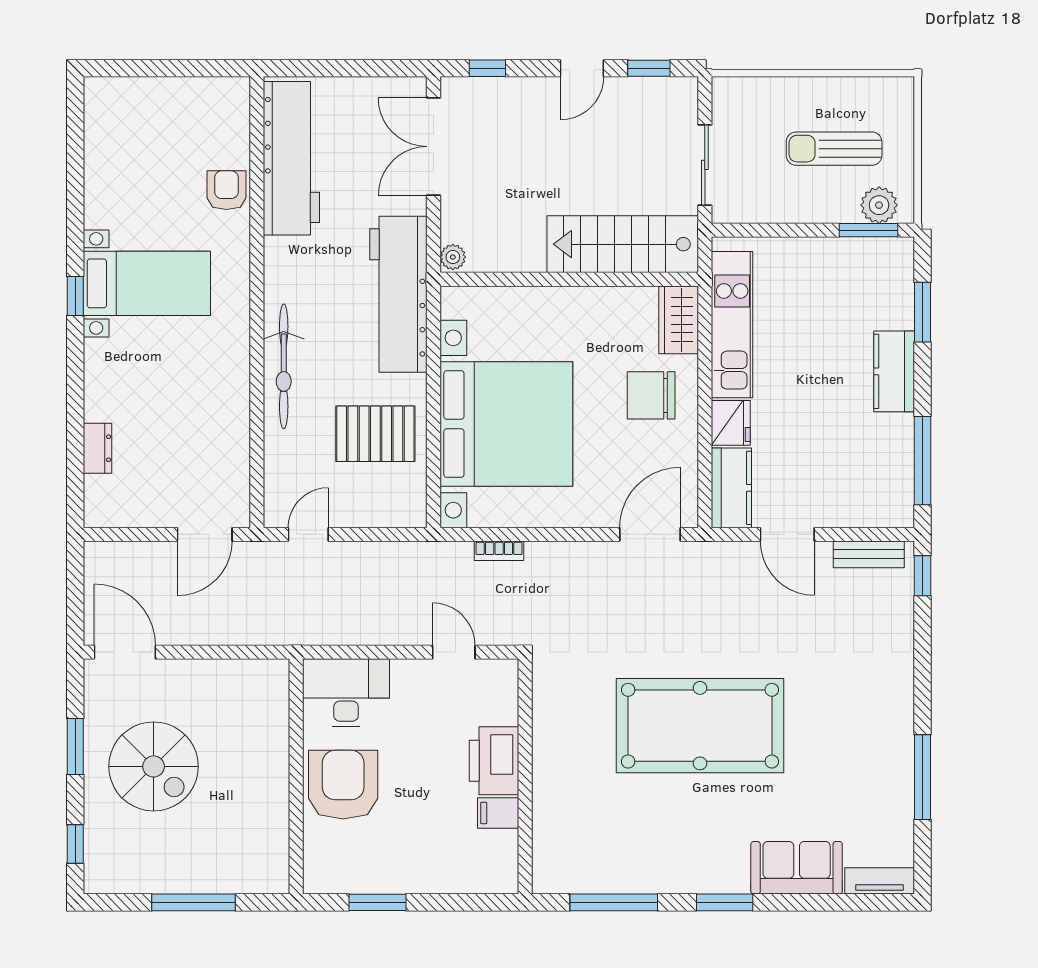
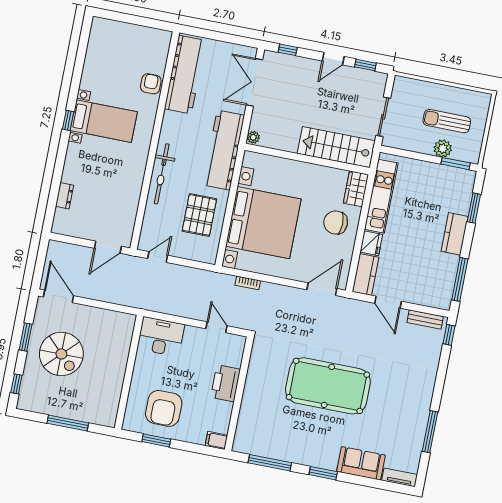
plant: (879, 205) -> (443, 149), moved
pallet: (375, 434) -> (199, 215), turned 90
armchair: (343, 785) -> (164, 408), moved, turned 180
filing cabinet: (498, 813) -> (216, 440), moved

